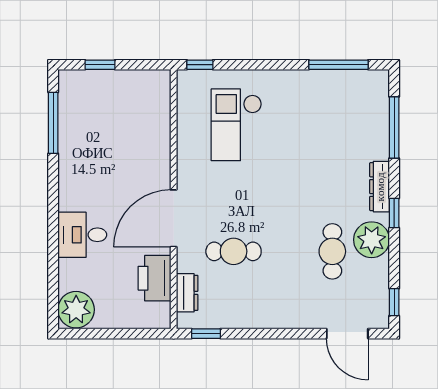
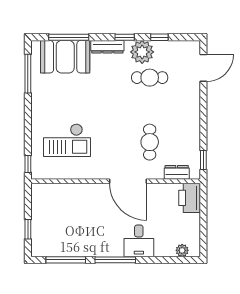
booth: (364, 122) -> (65, 57), added
window: (53, 199) -> (115, 260), added
printer: (154, 278) -> (190, 198), moved, turned 90
window: (394, 302) -> (159, 37), moved
plant: (76, 310) -> (182, 250), width x0.53, depth x0.53

